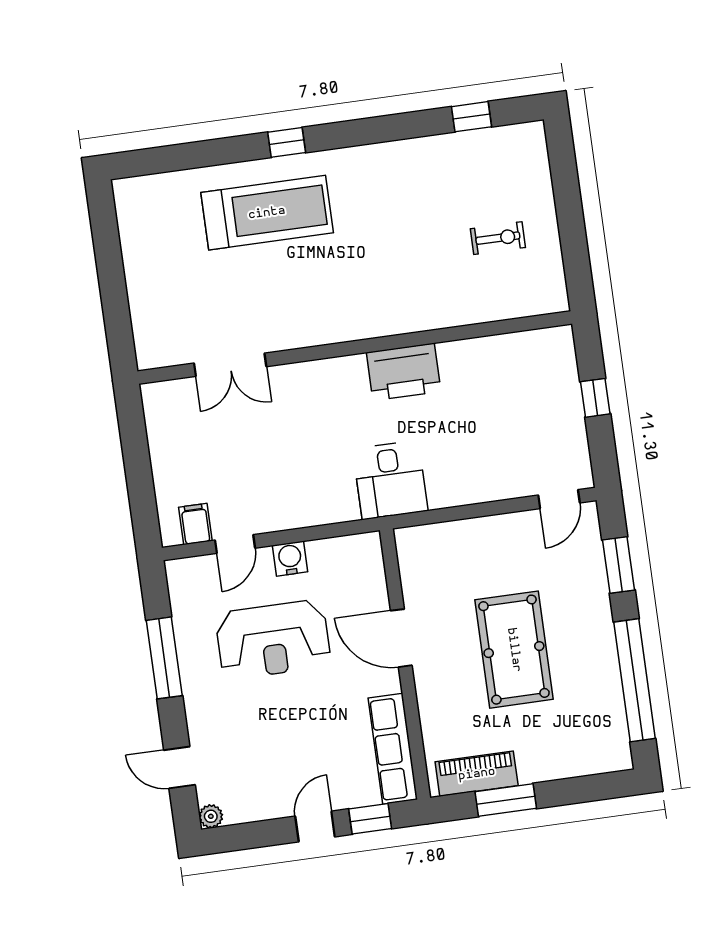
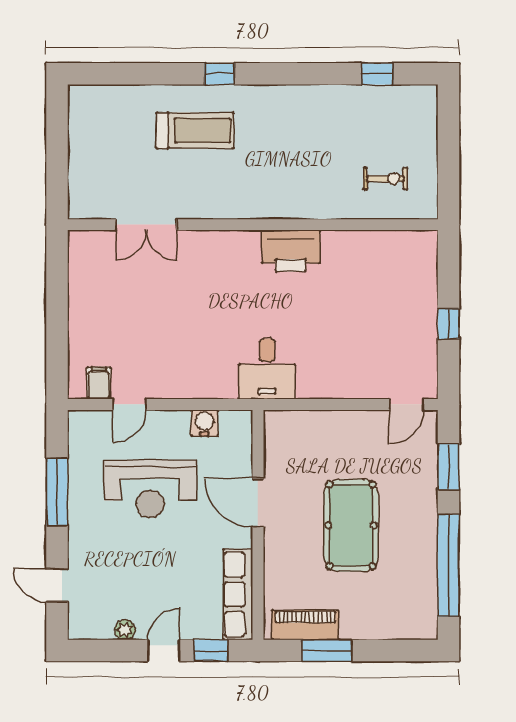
treadmill: (267, 213) -> (195, 130), width x0.73, depth x0.73
wall: (355, 348) -> (253, 225), moved
double door: (230, 365) -> (146, 225), moved
printer: (404, 372) -> (291, 251), moved
water cooler: (290, 559) -> (204, 423), moved
plant: (211, 816) -> (125, 630), moved

